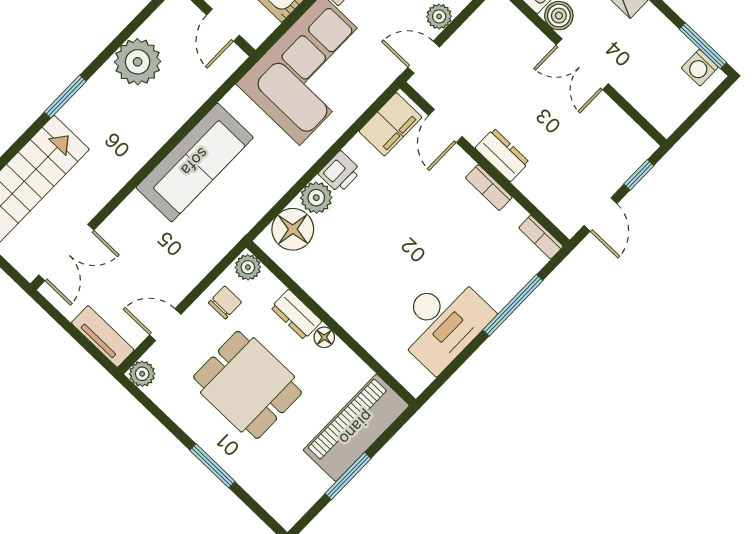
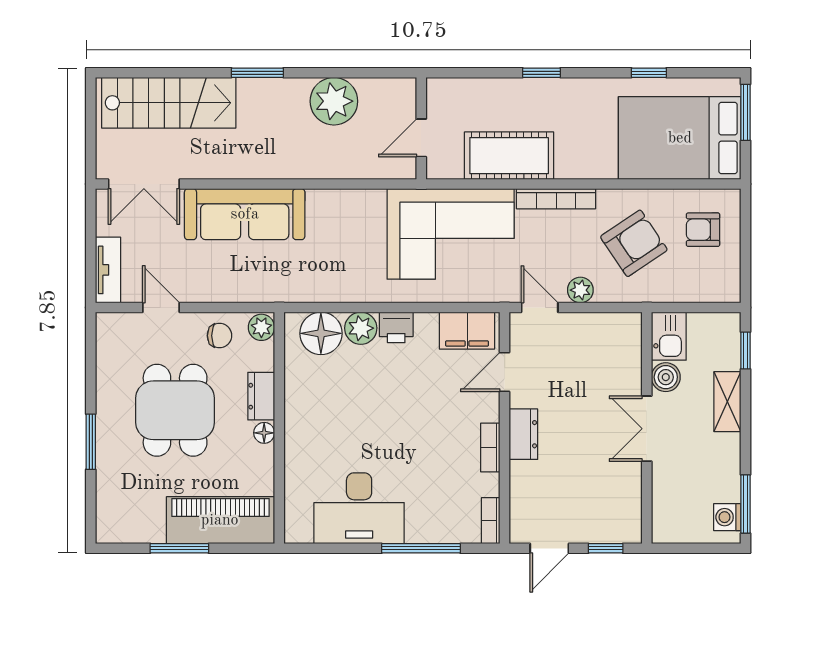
sofa: (195, 162) -> (245, 214), moved
plant: (142, 374) -> (109, 325), removed

